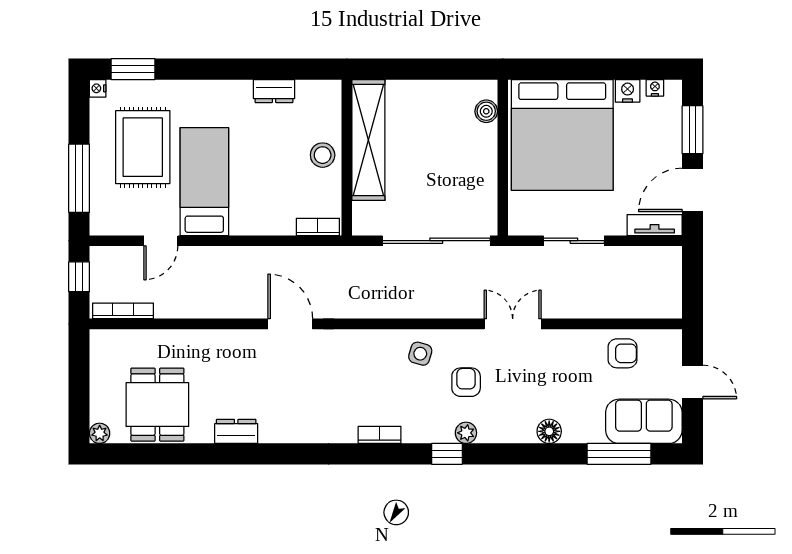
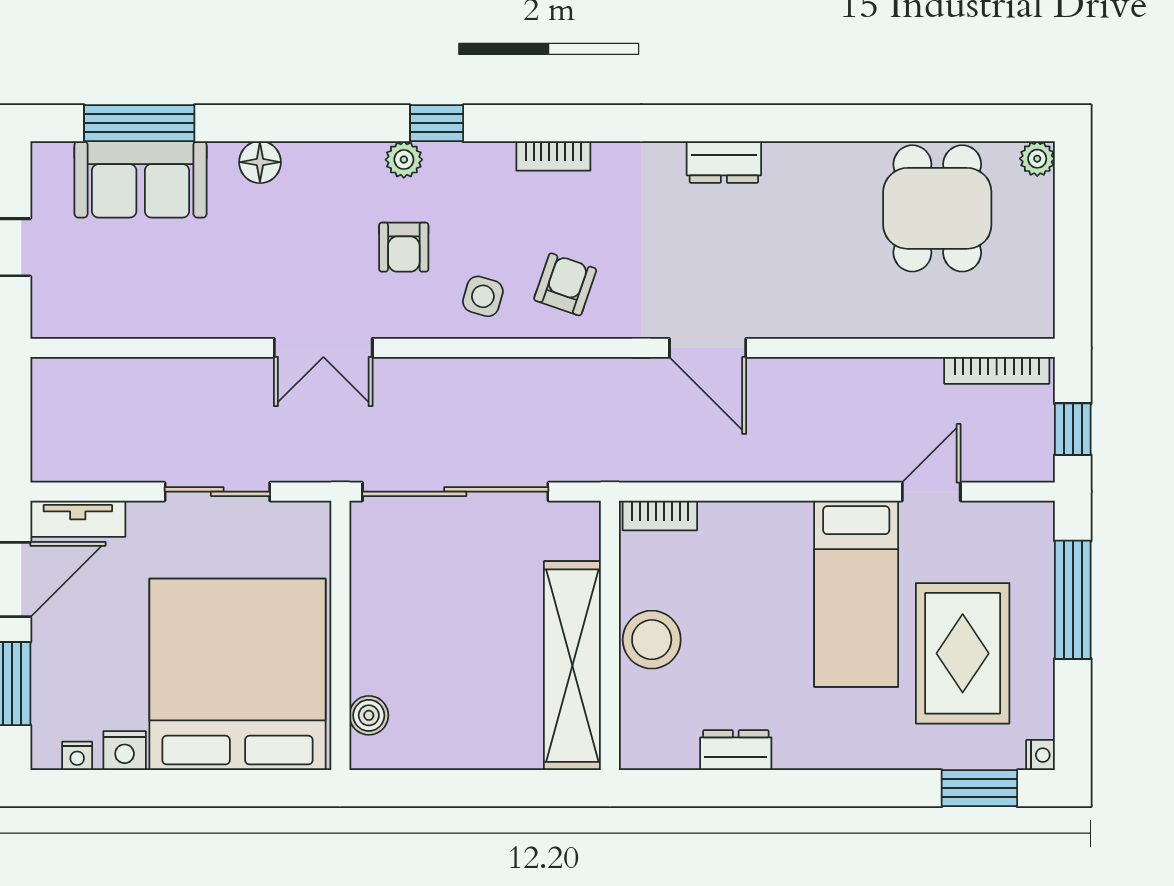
stool: (323, 155) -> (652, 640), width x1.38, depth x1.38
armchair: (622, 353) -> (565, 284), moved, turned 109
sofa: (644, 421) -> (141, 179), moved
dresser: (236, 431) -> (724, 162), moved

